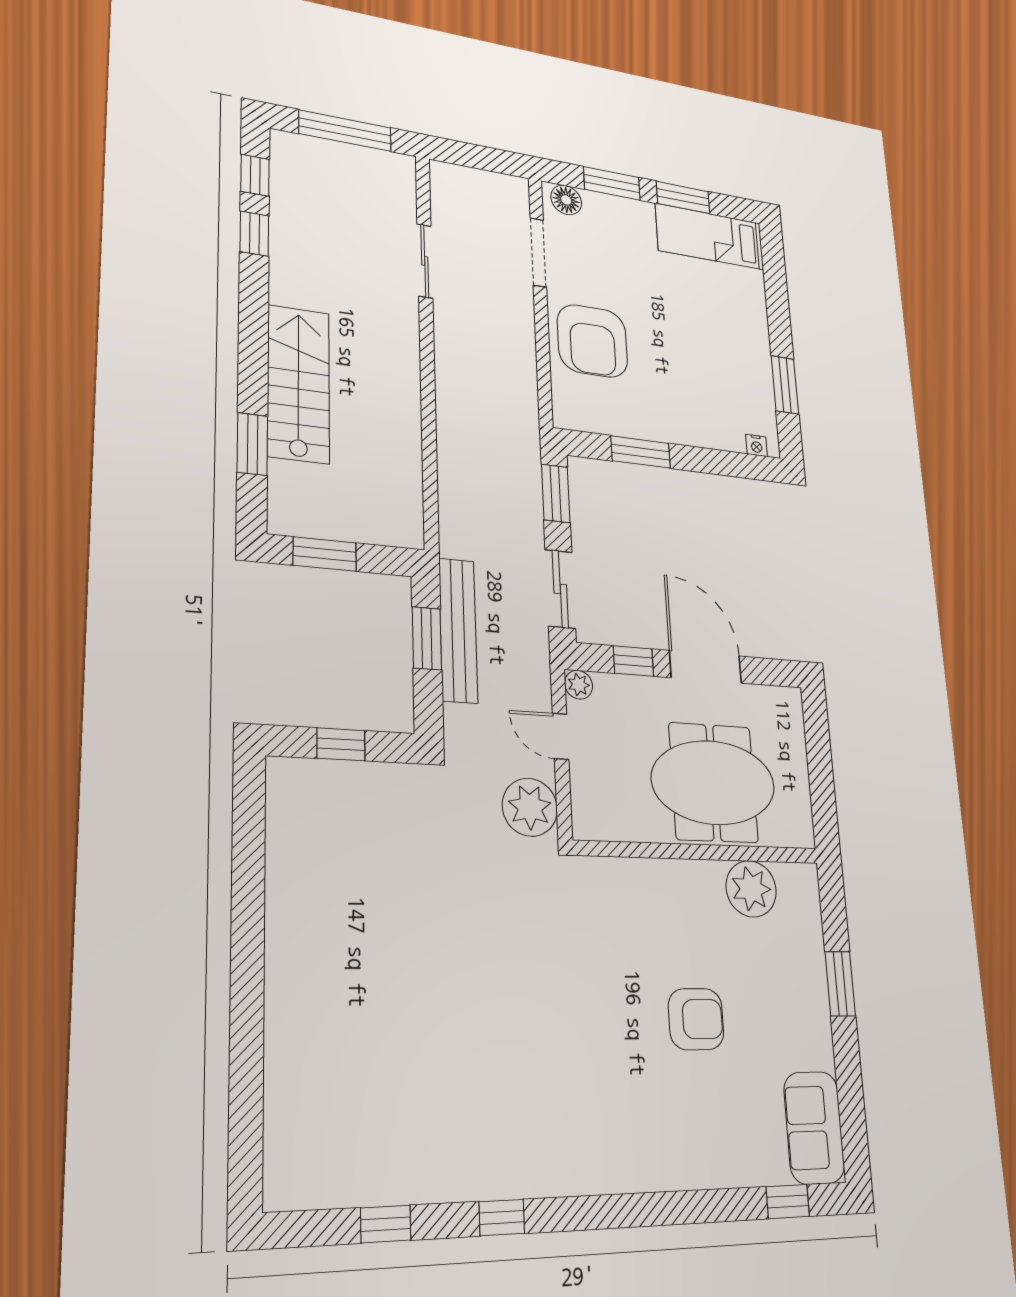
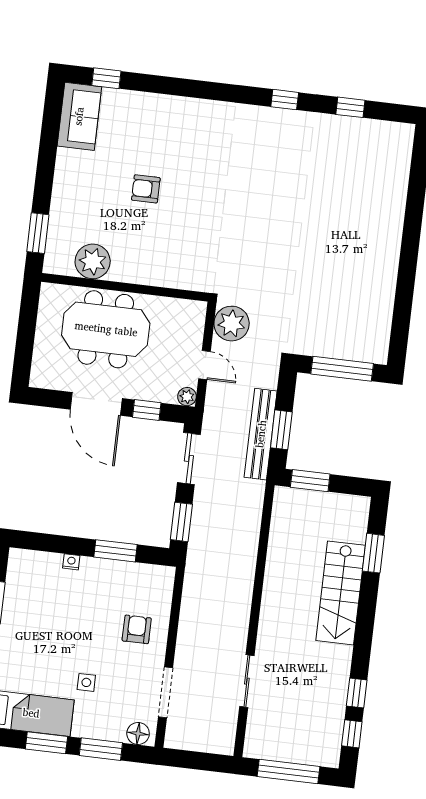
side table: (647, 272) -> (86, 682), added
armchair: (592, 341) -> (137, 629), width x0.53, depth x0.53
nightstand: (757, 445) -> (71, 562), moved
window: (325, 554) -> (310, 481), moved
window: (341, 744) -> (342, 369), width x2.17
window: (840, 984) -> (38, 233), moved
armchair: (696, 1019) -> (146, 189), width x0.72, depth x0.72

